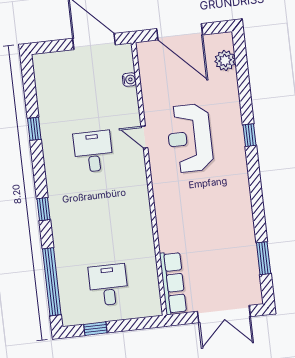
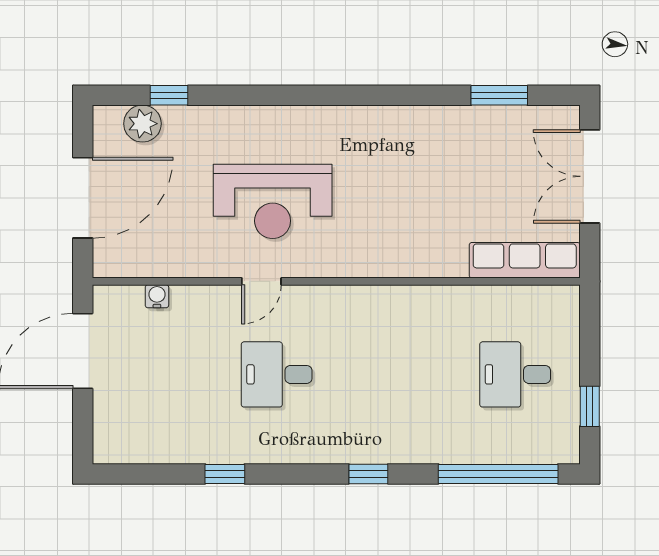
window: (250, 135) -> (169, 95), moved
double door: (224, 314) -> (590, 176), swing flipped

